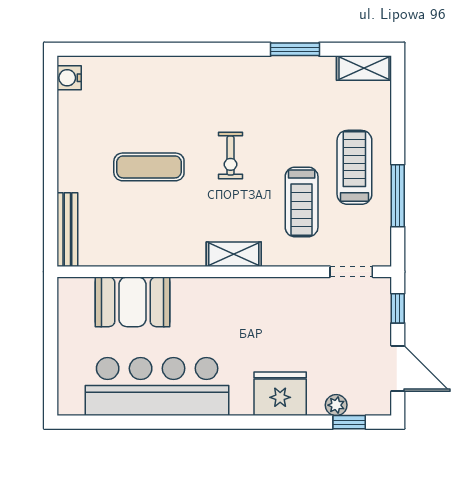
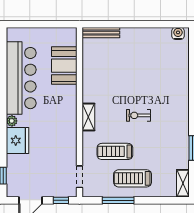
exercise mat: (149, 167) -> (133, 74), removed
treadmill: (354, 167) -> (133, 178), turned 180
plant: (336, 405) -> (12, 121), moved

